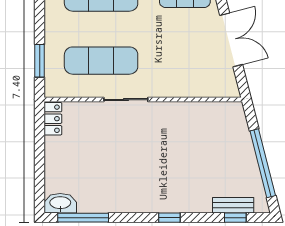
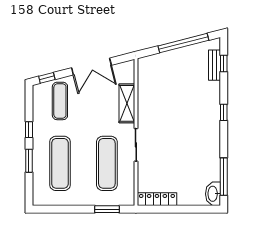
double door: (231, 40) -> (91, 66), swing flipped
shelving: (182, 87) -> (127, 103), added
locker: (53, 119) -> (157, 199), width x1.53

